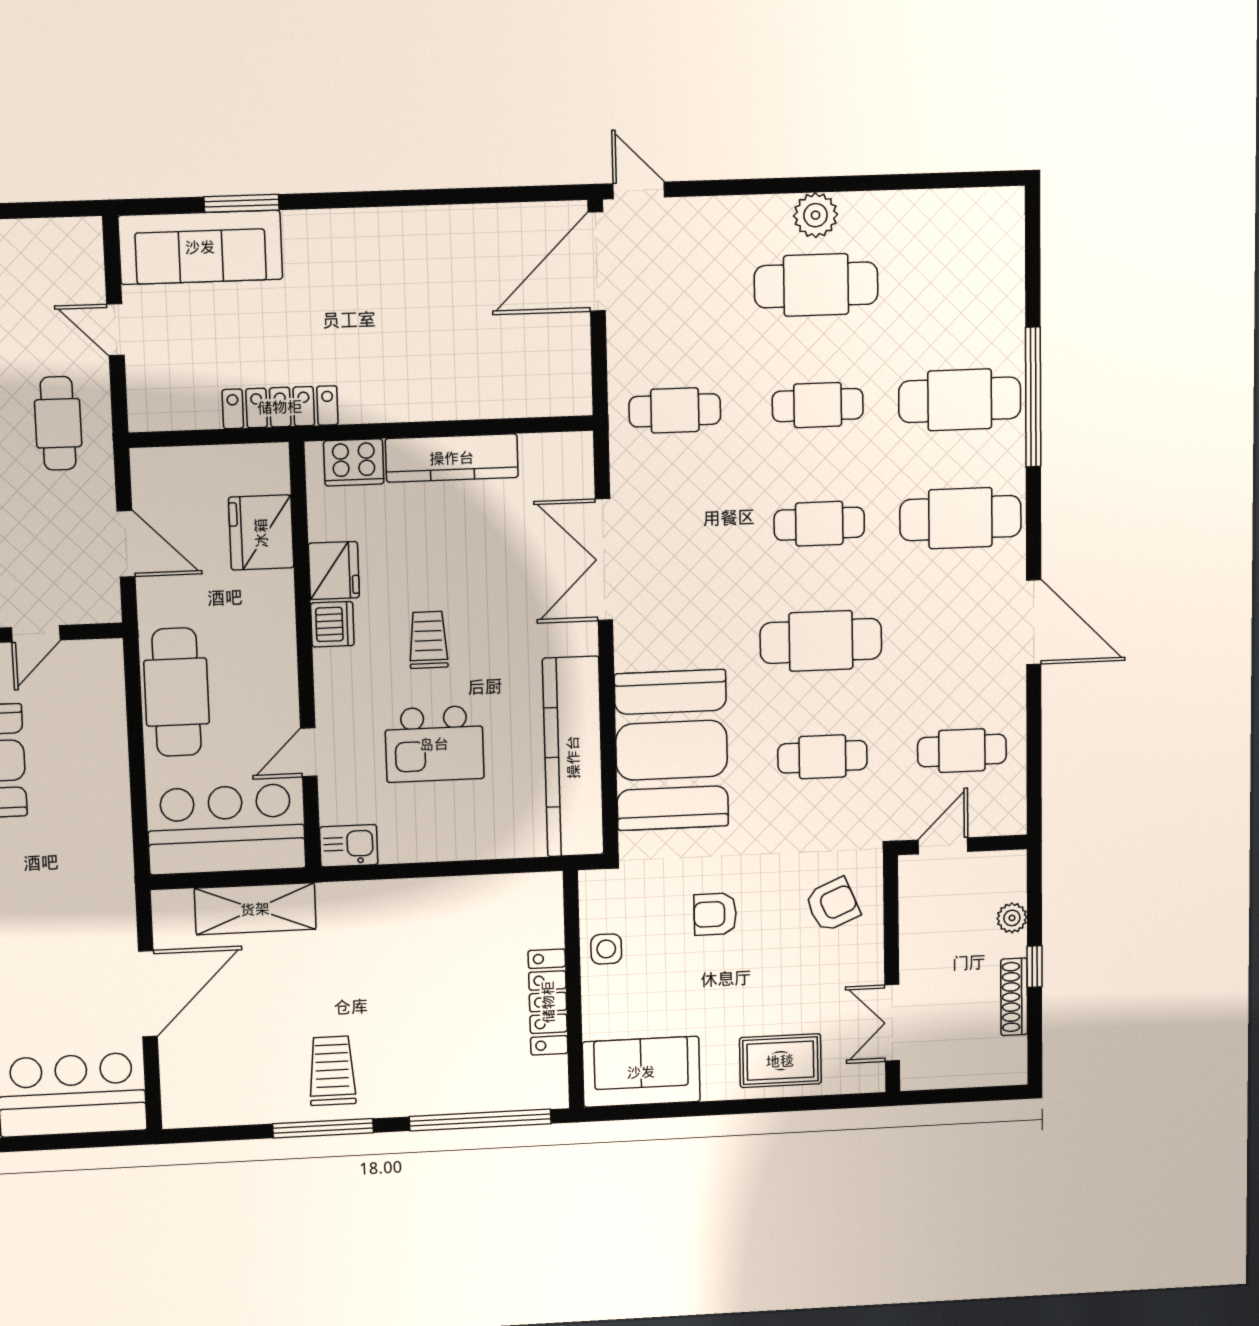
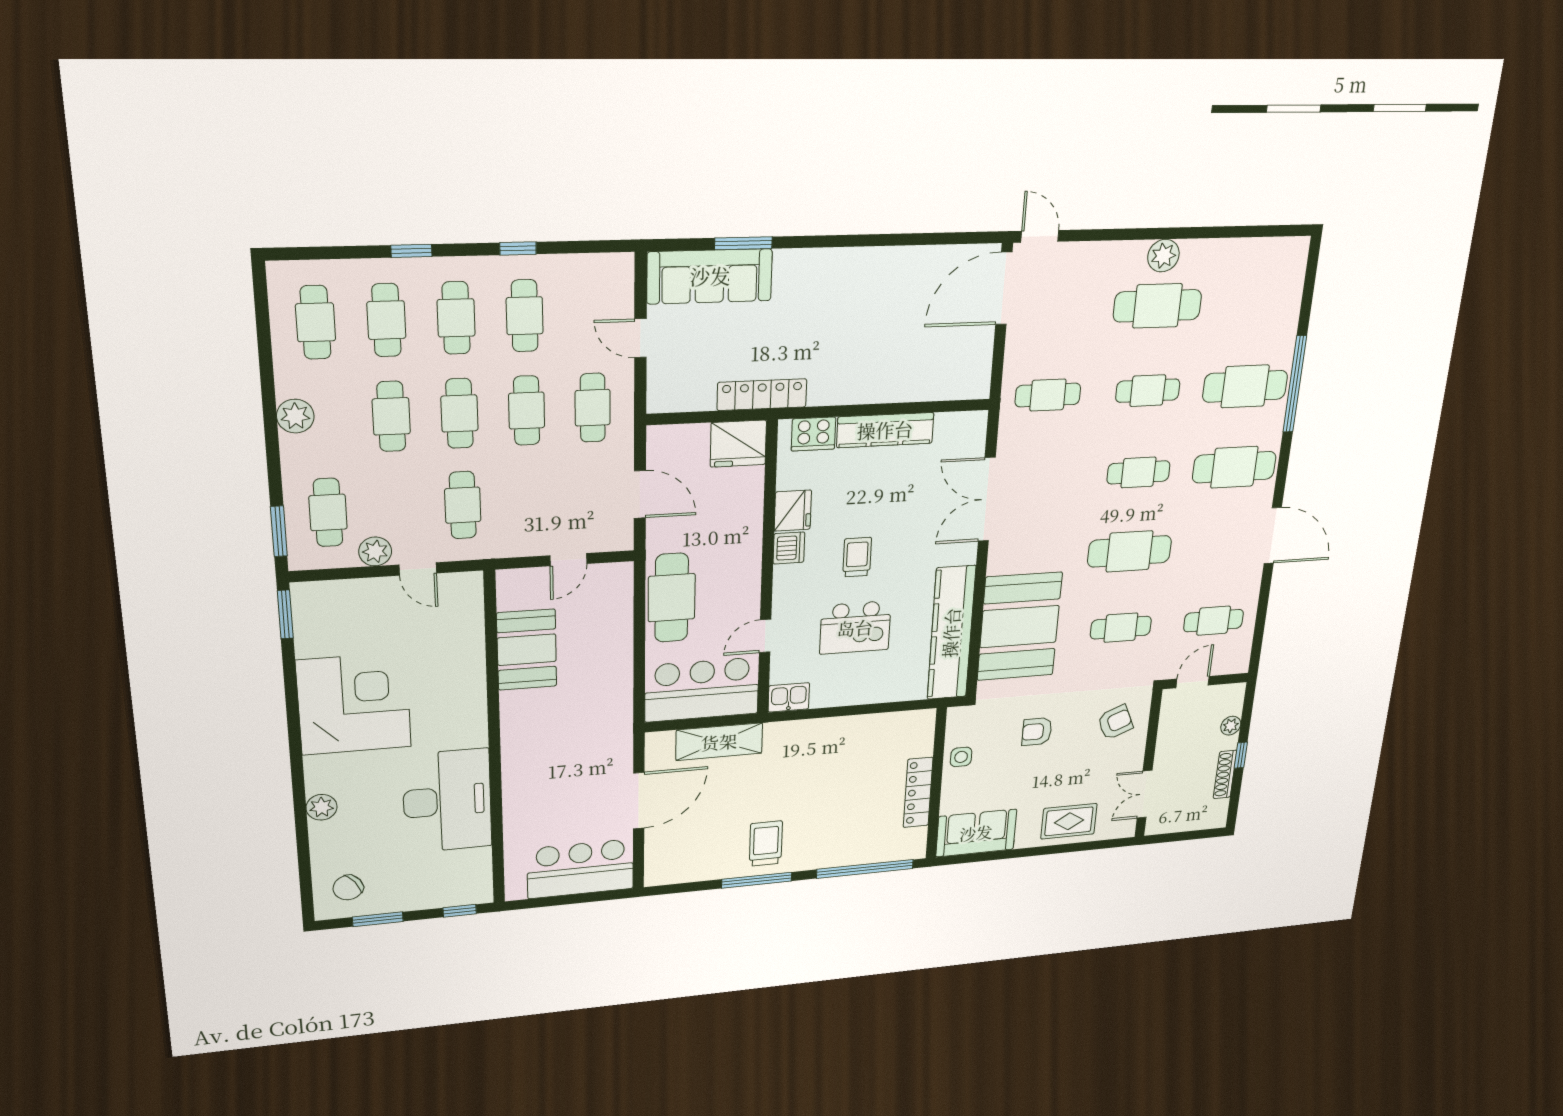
fridge: (261, 533) -> (738, 444), moved, turned -90

